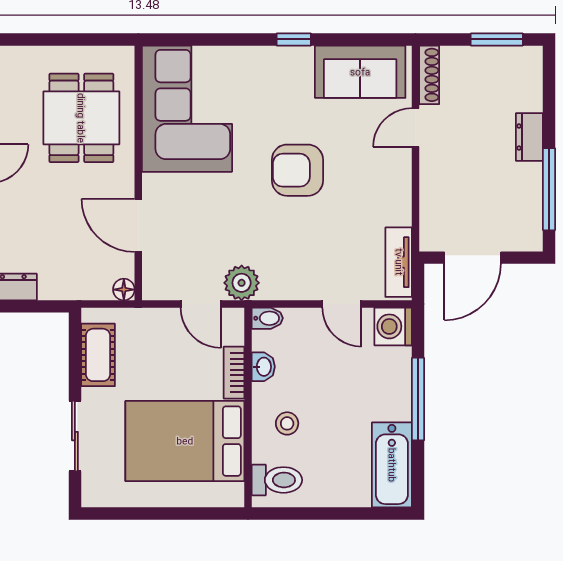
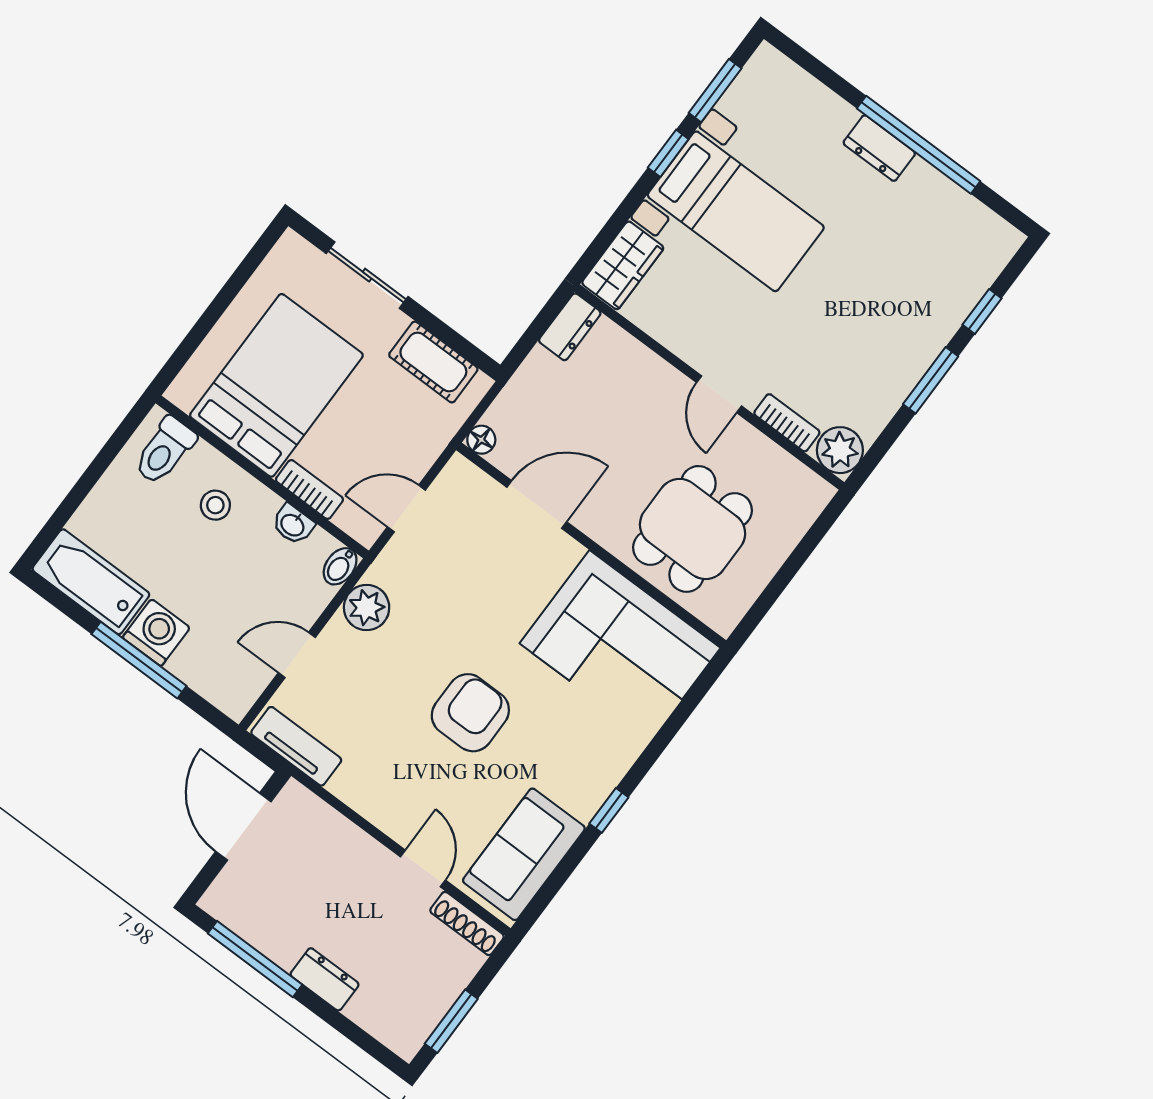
dining table: (81, 118) -> (693, 529), turned 90
plant: (242, 283) -> (367, 608), moved
washing machine: (393, 326) -> (156, 633), moved

